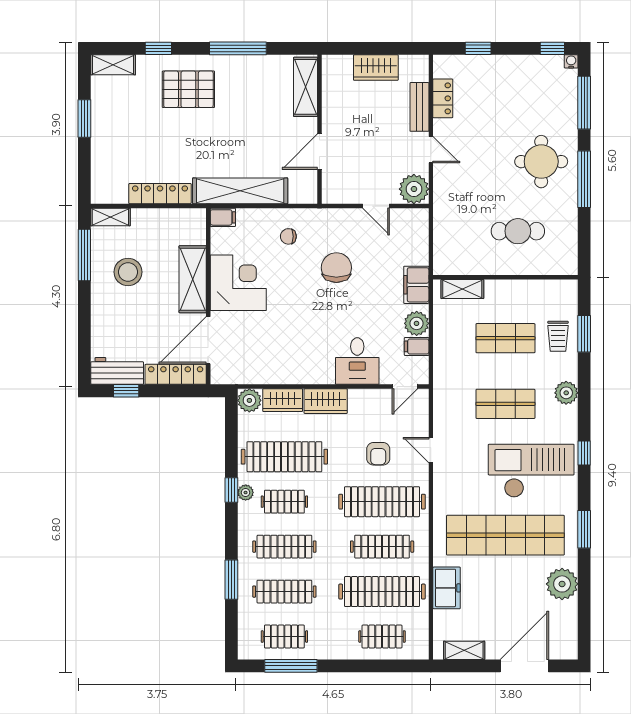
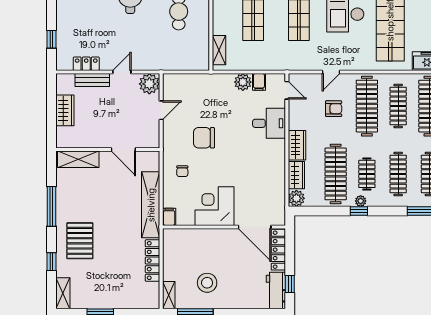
shelving: (193, 279) -> (212, 238), removed
filing cabinet: (416, 285) -> (216, 82), removed

